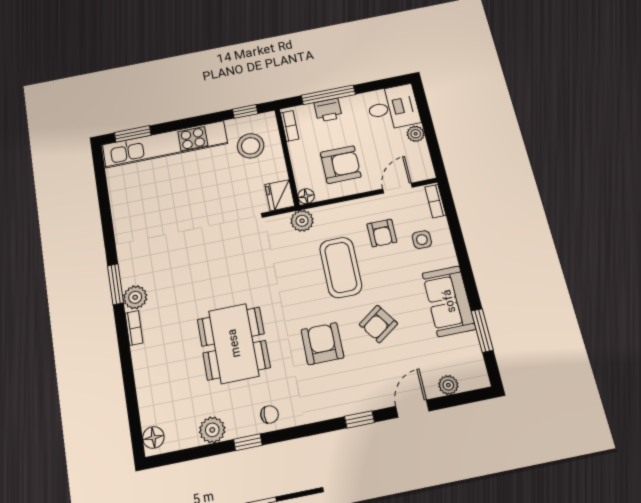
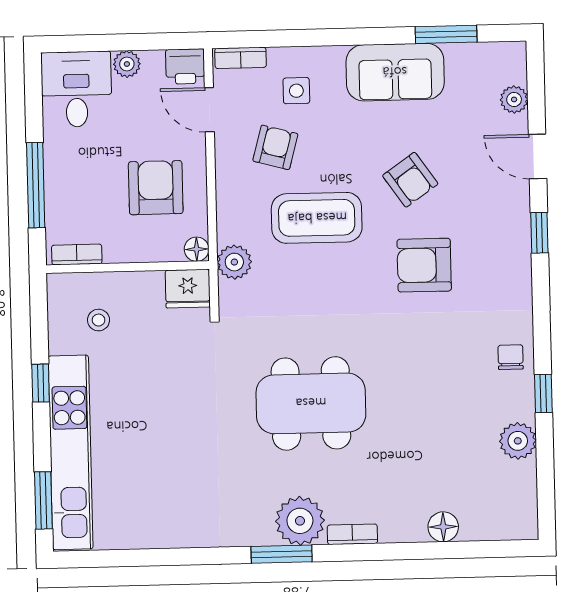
printer: (328, 110) -> (185, 66), moved, turned 90
window: (245, 111) -> (41, 383), moved
stool: (251, 146) -> (99, 320), width x0.53, depth x0.53
armchair: (382, 233) -> (275, 147), turned -75
plant: (135, 297) -> (300, 521), width x1.36, depth x1.36
dining table: (234, 343) -> (311, 403), moved
floor lamp: (153, 437) -> (443, 527), moved

